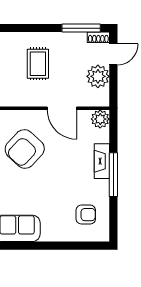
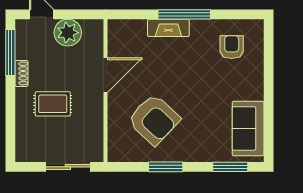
shoe rack: (98, 37) -> (21, 73), moved
plant: (100, 119) -> (118, 30), removed

